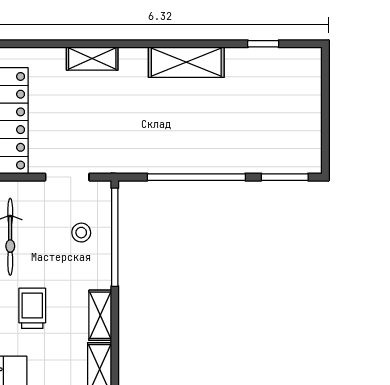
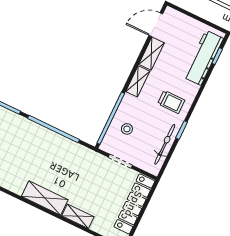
shelving: (186, 62) -> (45, 198), moved
trolley: (32, 308) -> (171, 102), turned -90

